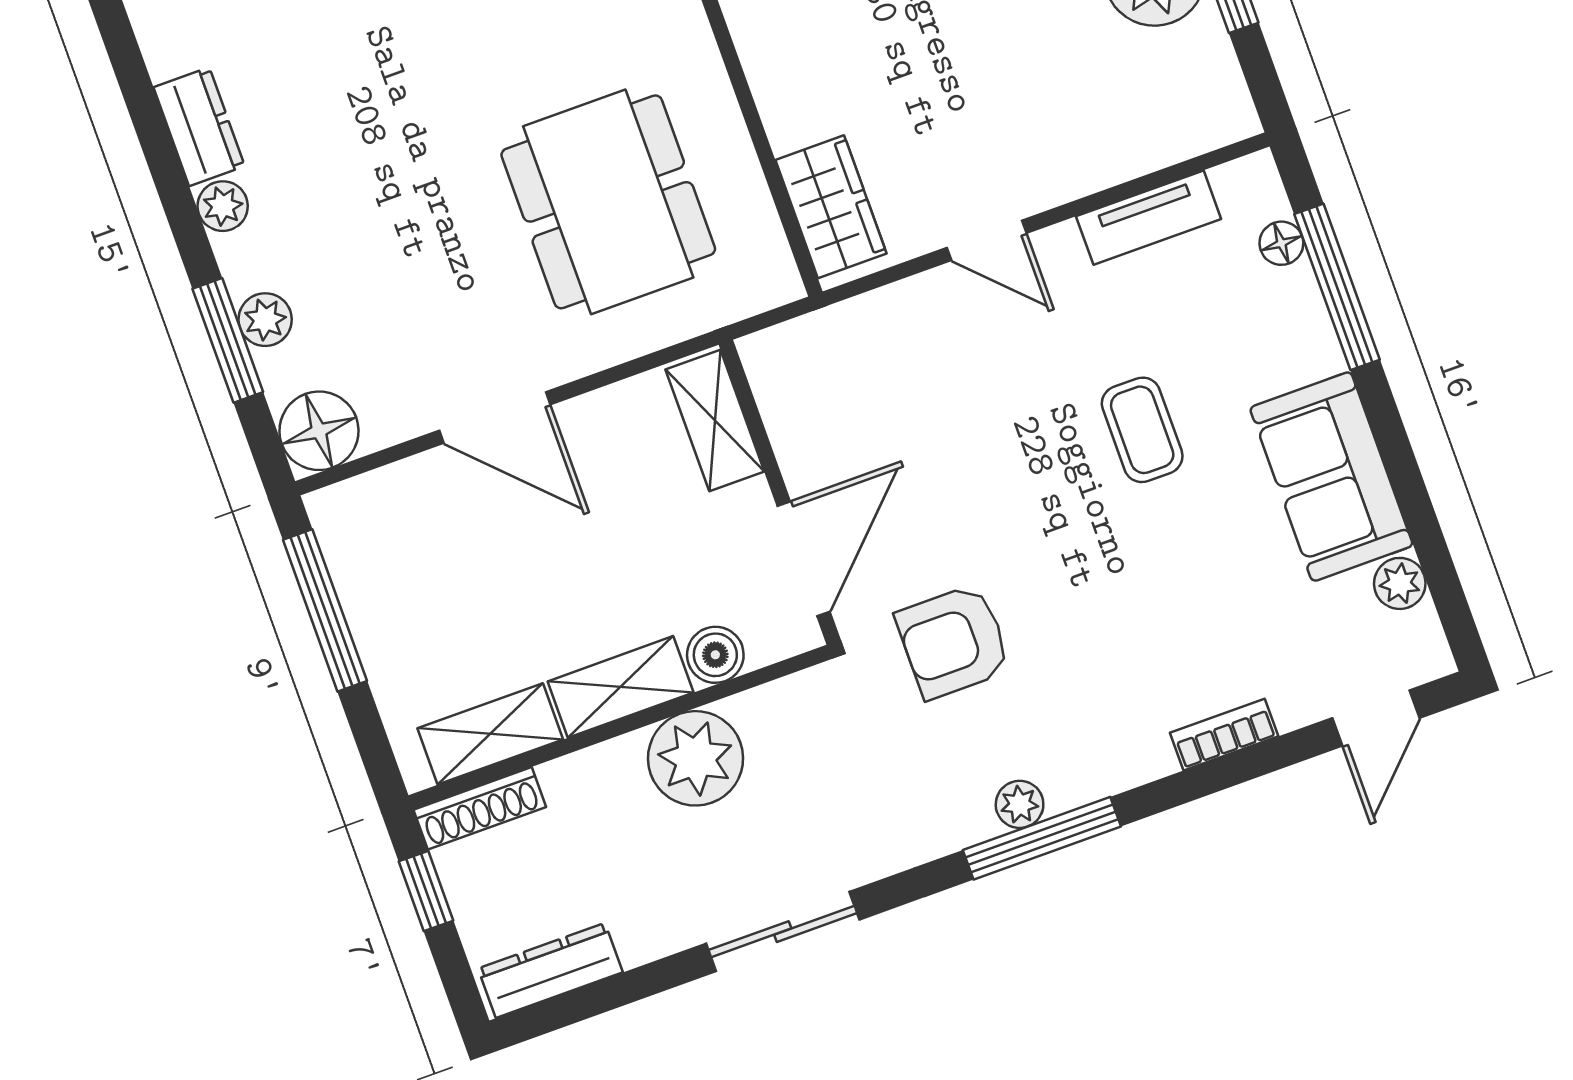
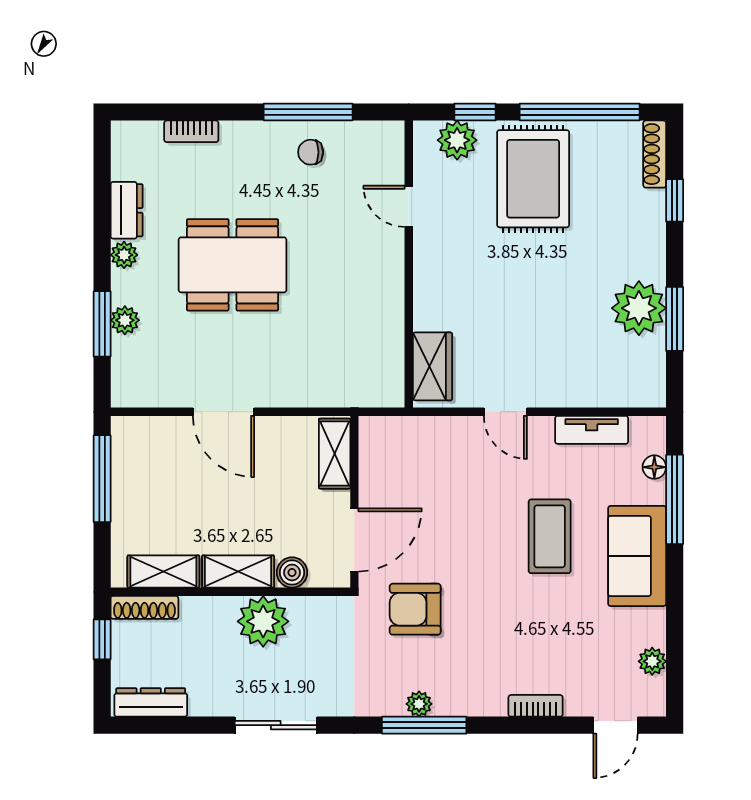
dining table: (608, 202) -> (233, 265), moved, turned 90
coffee table: (1142, 430) -> (550, 536), width x1.36, depth x1.30
floor lamp: (319, 431) -> (132, 386), removed
sofa: (1331, 477) -> (637, 556), moved

